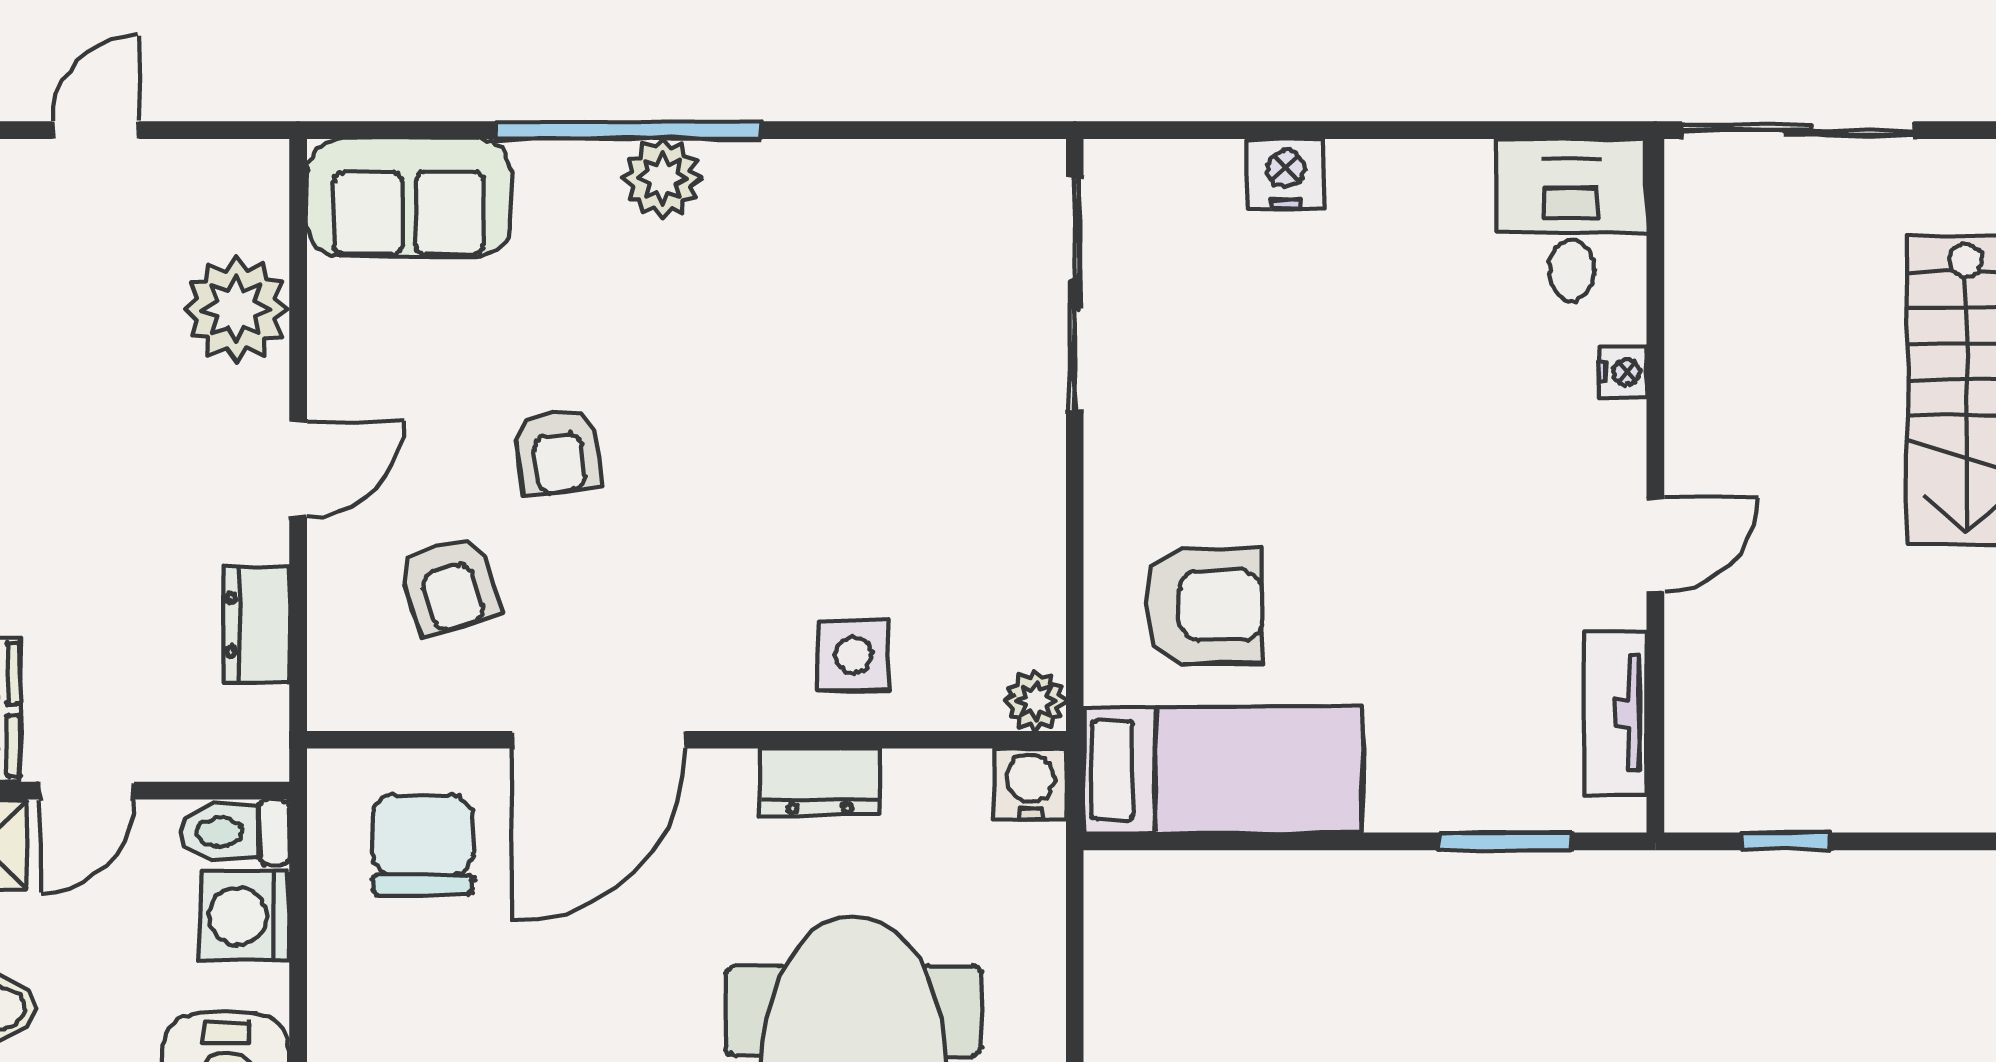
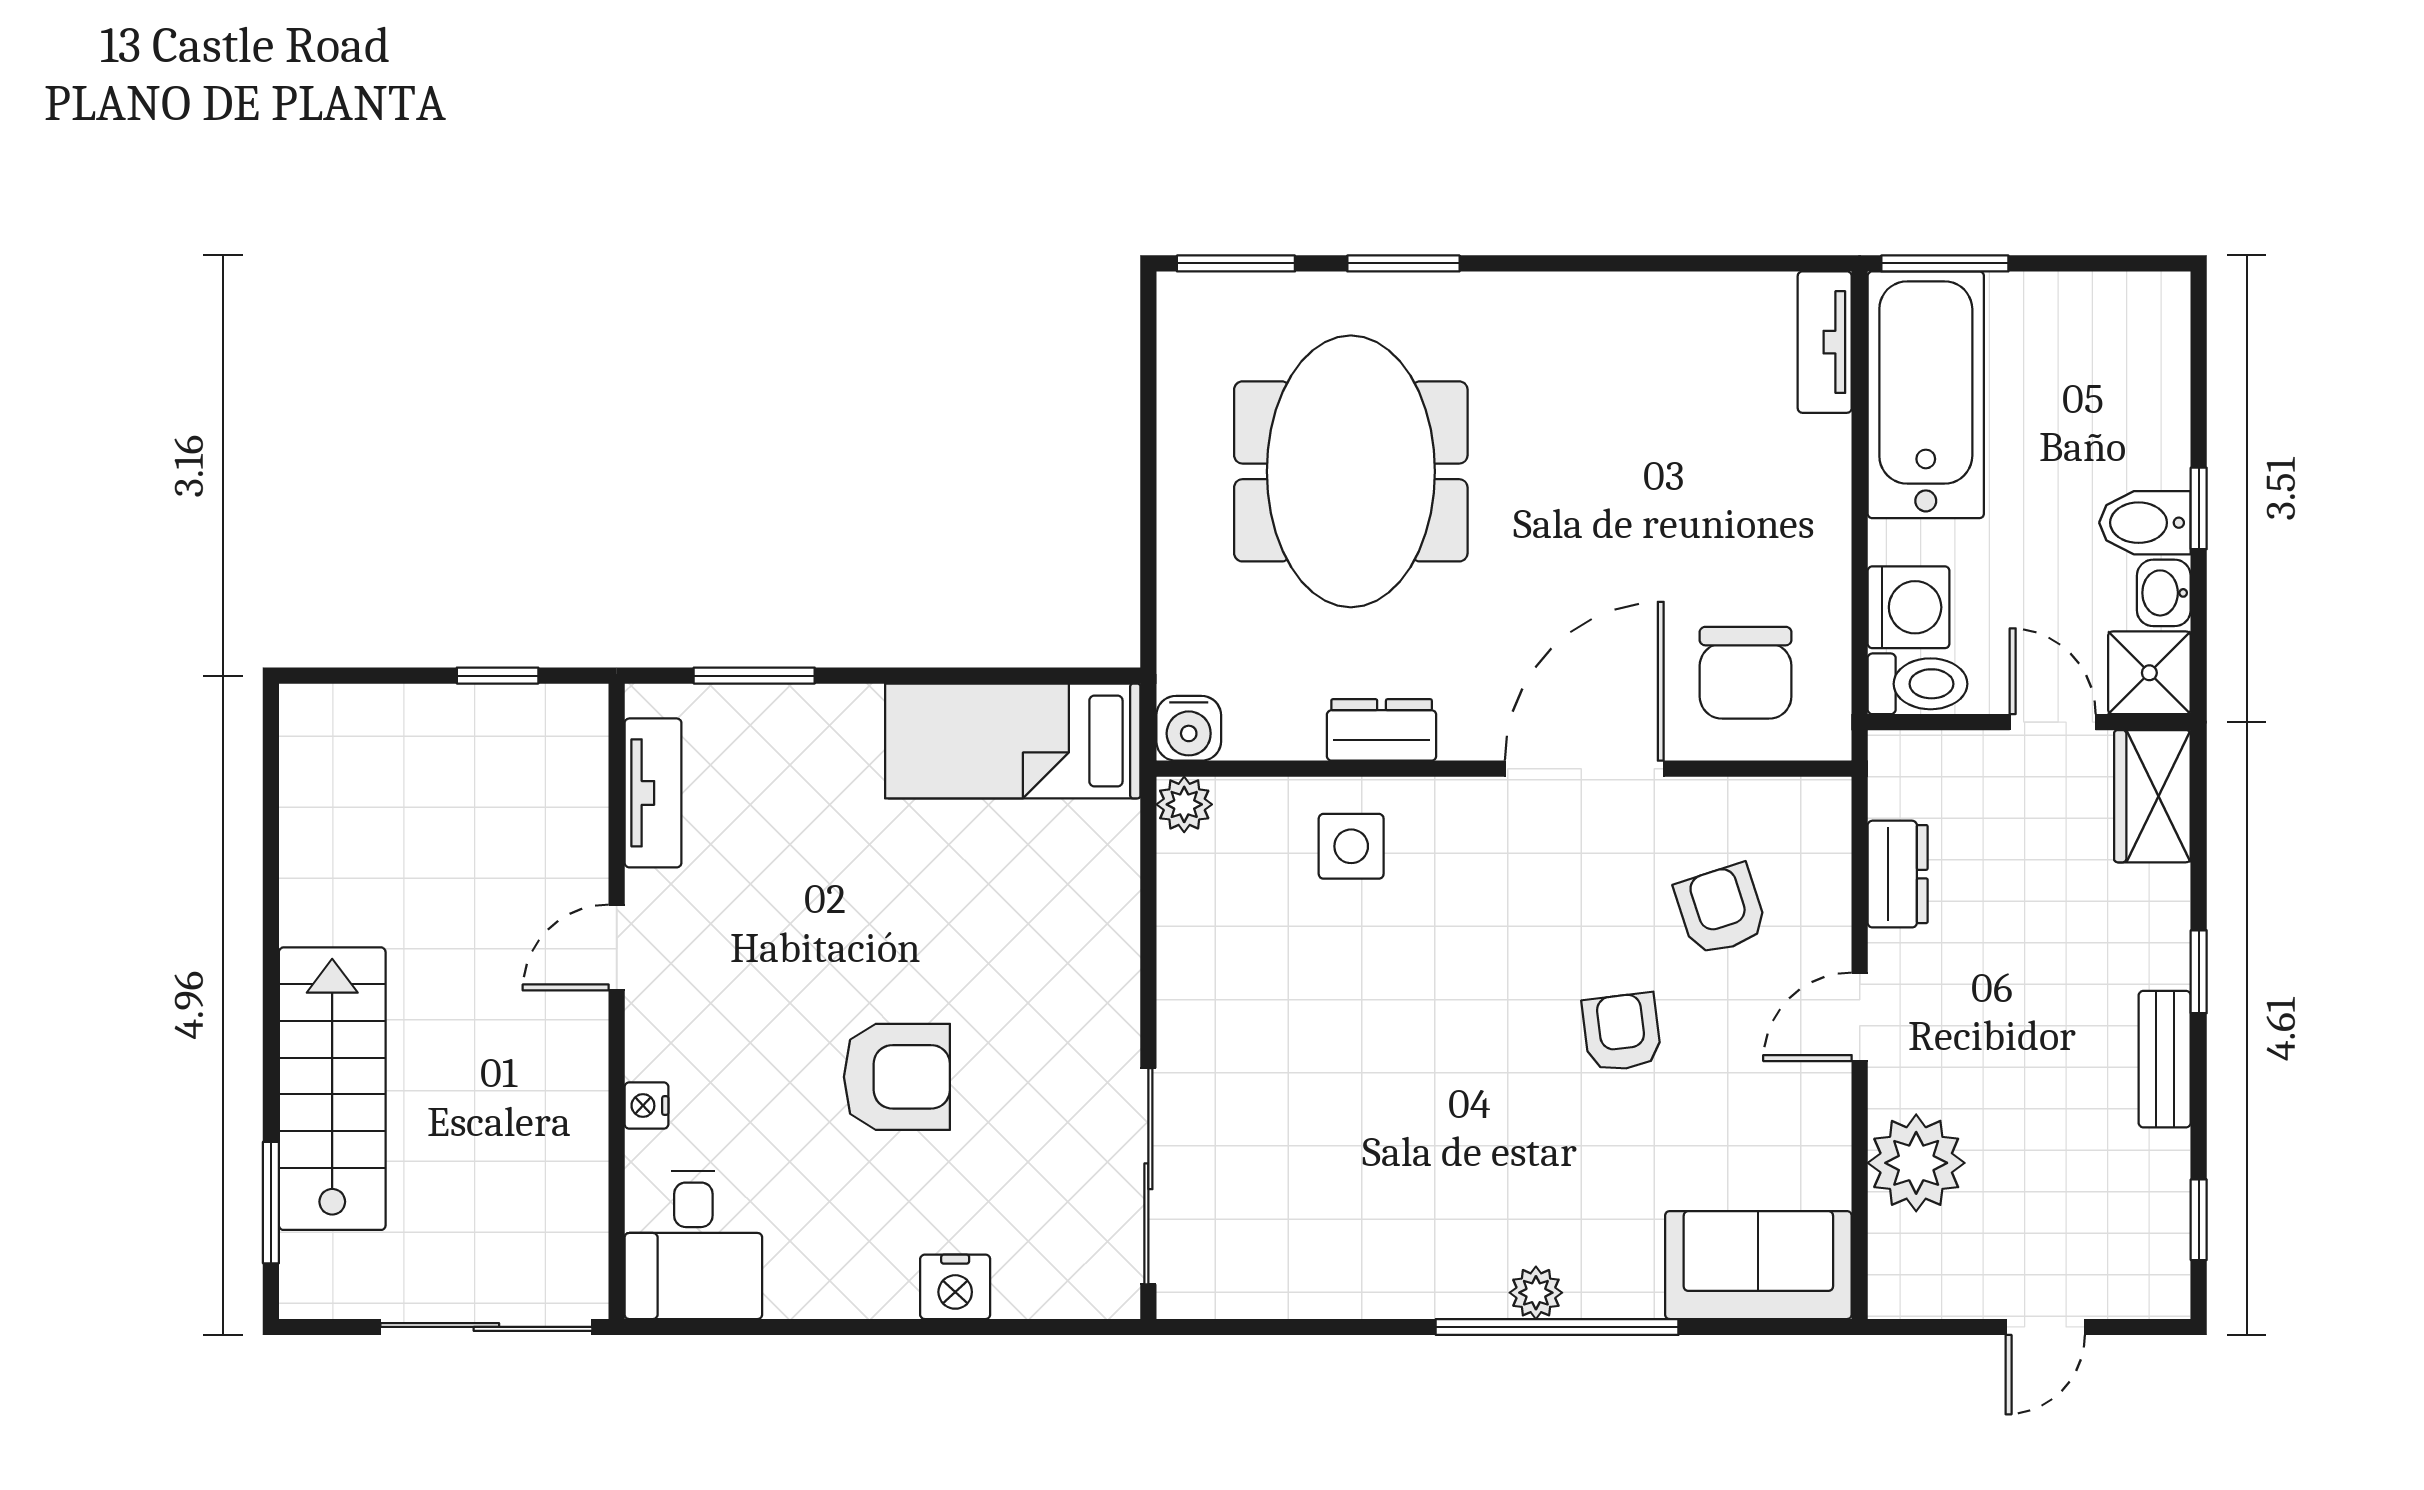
plant: (662, 178) -> (1536, 1293), width x0.73, depth x0.73
armchair: (1204, 605) -> (897, 1077), moved, turned 180
door: (87, 791) -> (2053, 722), hinge flipped

